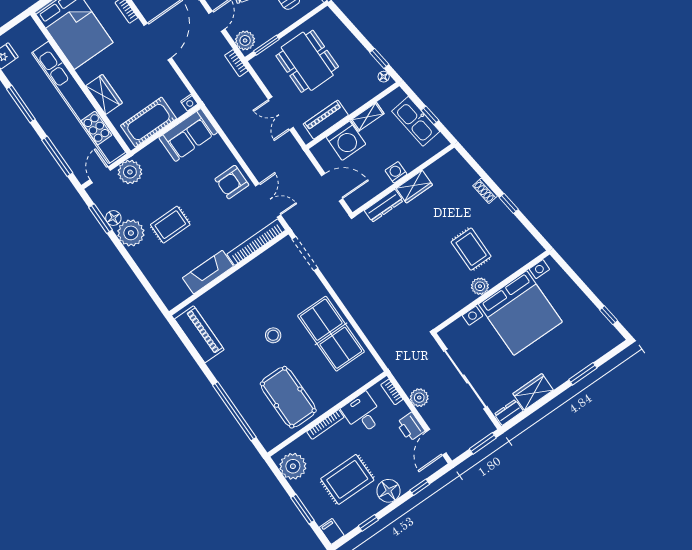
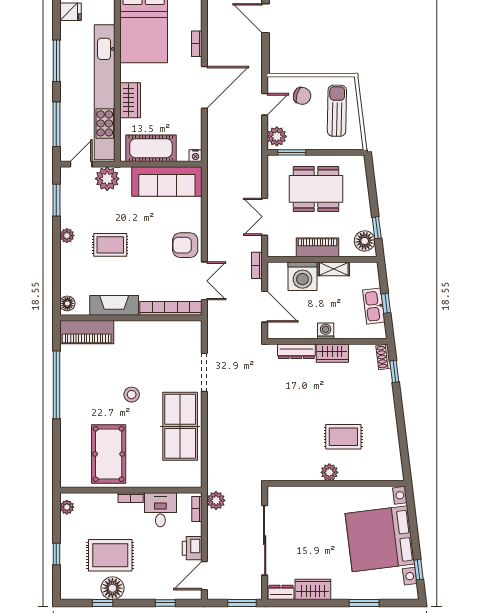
dining table: (307, 61) -> (316, 189), turned 90
bookcase: (236, 63) -> (257, 265), moved
floor lamp: (384, 77) -> (365, 241), width x1.89, depth x1.89
piano: (326, 120) -> (317, 247), moved
kitchen sink: (416, 121) -> (374, 306), width x0.73, depth x0.81
sofa: (188, 135) -> (167, 182), width x1.36
shoe rack: (485, 191) -> (383, 357), moved
window: (509, 203) -> (394, 371), moved
floor lamp: (113, 218) -> (67, 303), moved
plant: (131, 233) -> (67, 236), width x0.53, depth x0.53
rug: (471, 249) -> (343, 437), turned 90
doorway: (305, 254) -> (204, 372), moved
bed with nightstands: (520, 313) -> (380, 539), moved, turned 83
piano: (199, 334) -> (87, 332), moved, turned 90
plant: (419, 398) -> (216, 500), moved
window: (234, 411) -> (56, 385), moved
bookcase: (325, 424) -> (131, 498), width x0.64
plant: (293, 466) -> (67, 507), width x0.53, depth x0.53
floor lamp: (388, 491) -> (112, 588), moved
window: (302, 509) -> (56, 554), width x0.67
filing cabinet: (332, 531) -> (68, 589), removed

